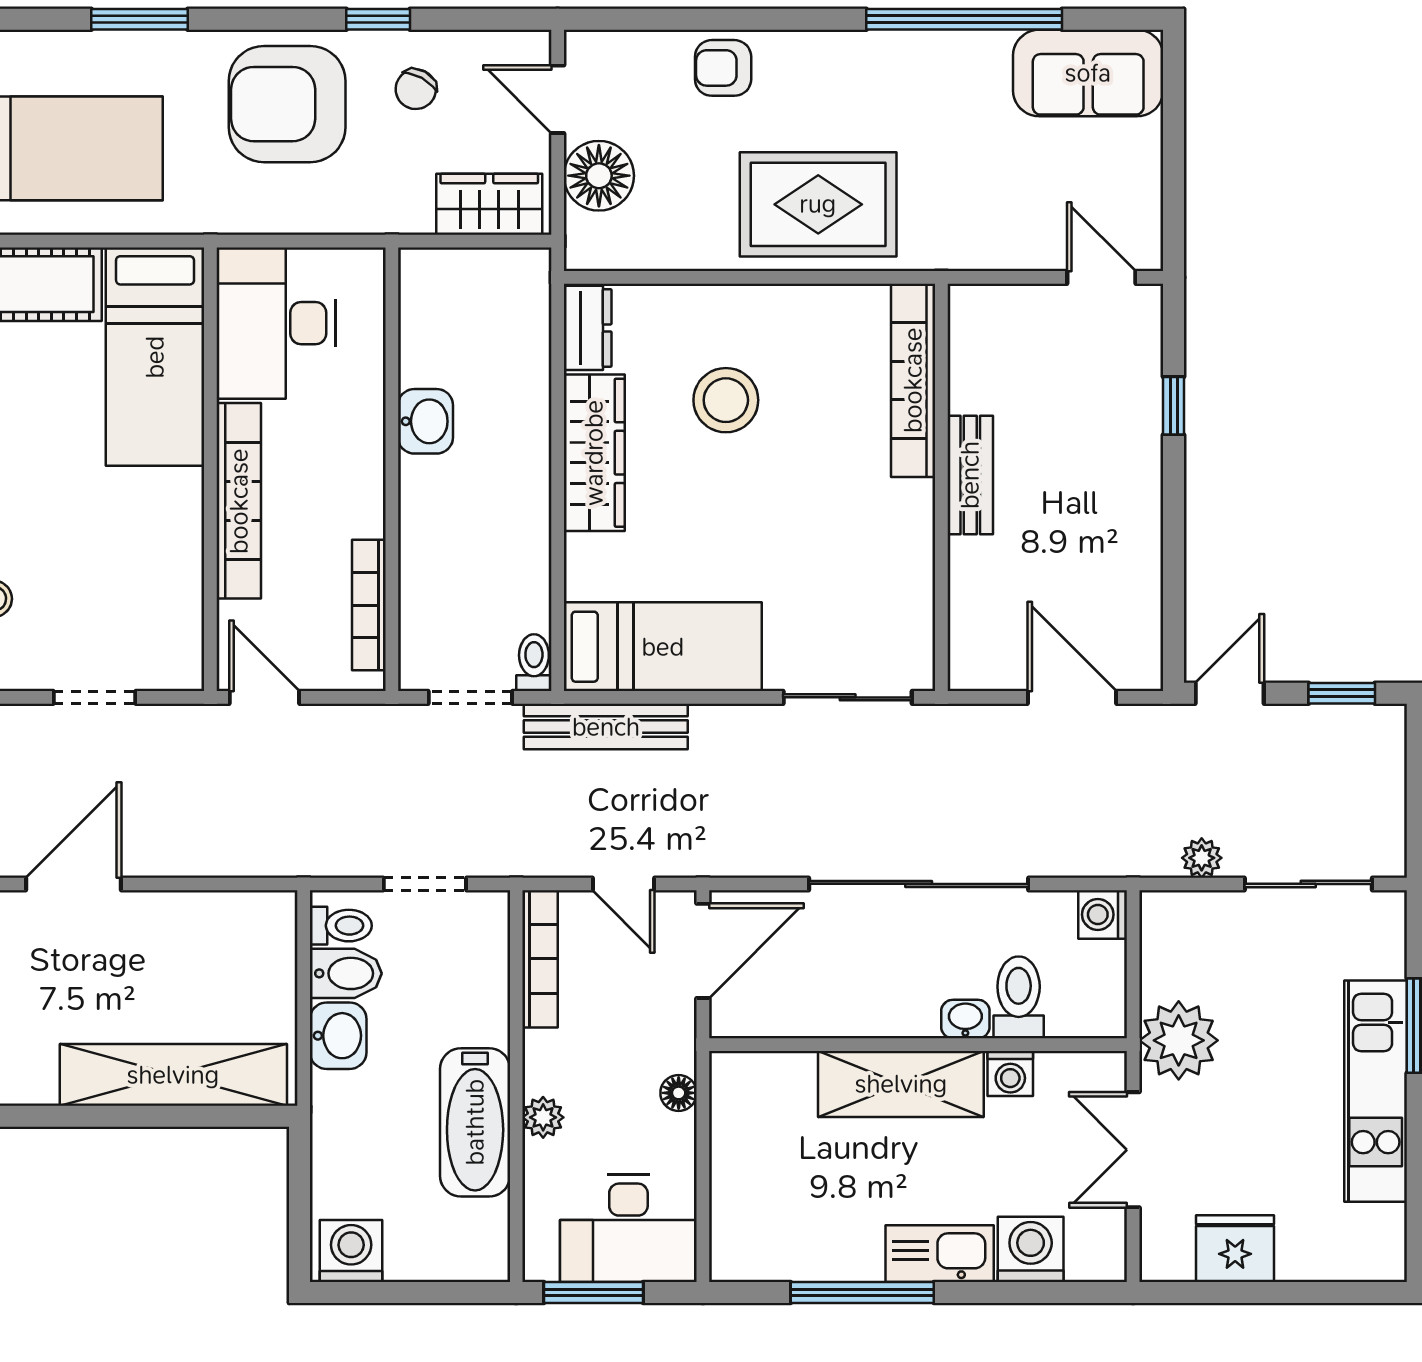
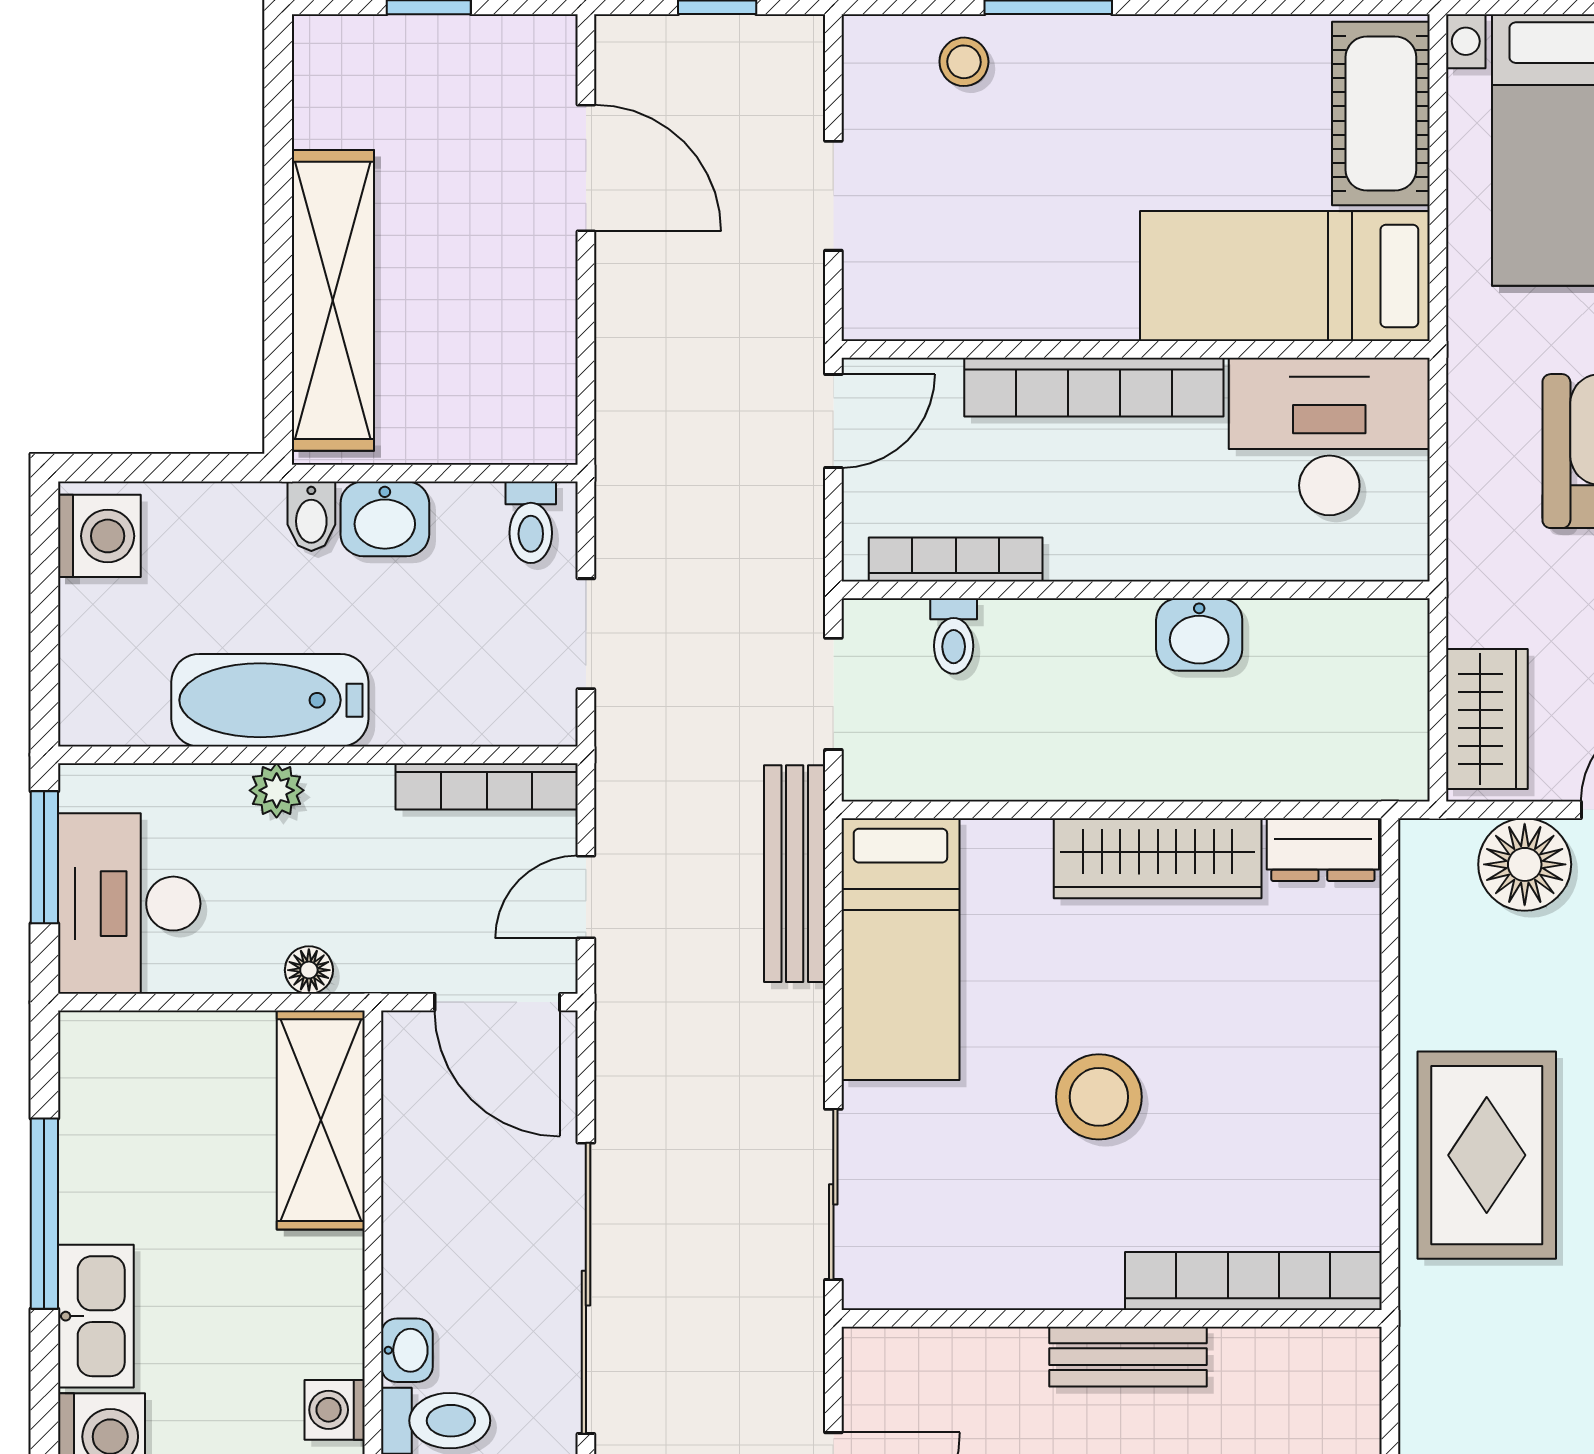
stool: (726, 400) -> (1099, 1097), moved
toilet: (534, 663) -> (954, 636), moved, turned 90
bidet: (346, 973) -> (311, 516), moved, width x0.72, depth x0.74
shelving: (901, 1084) -> (321, 1120), moved

